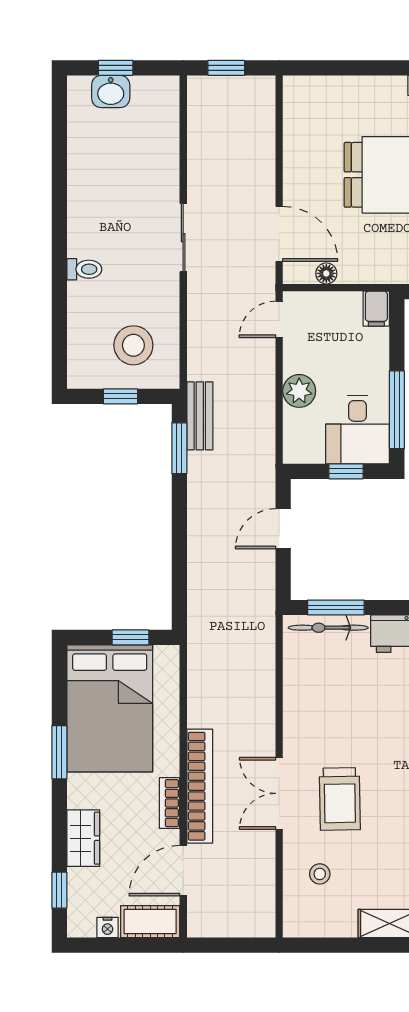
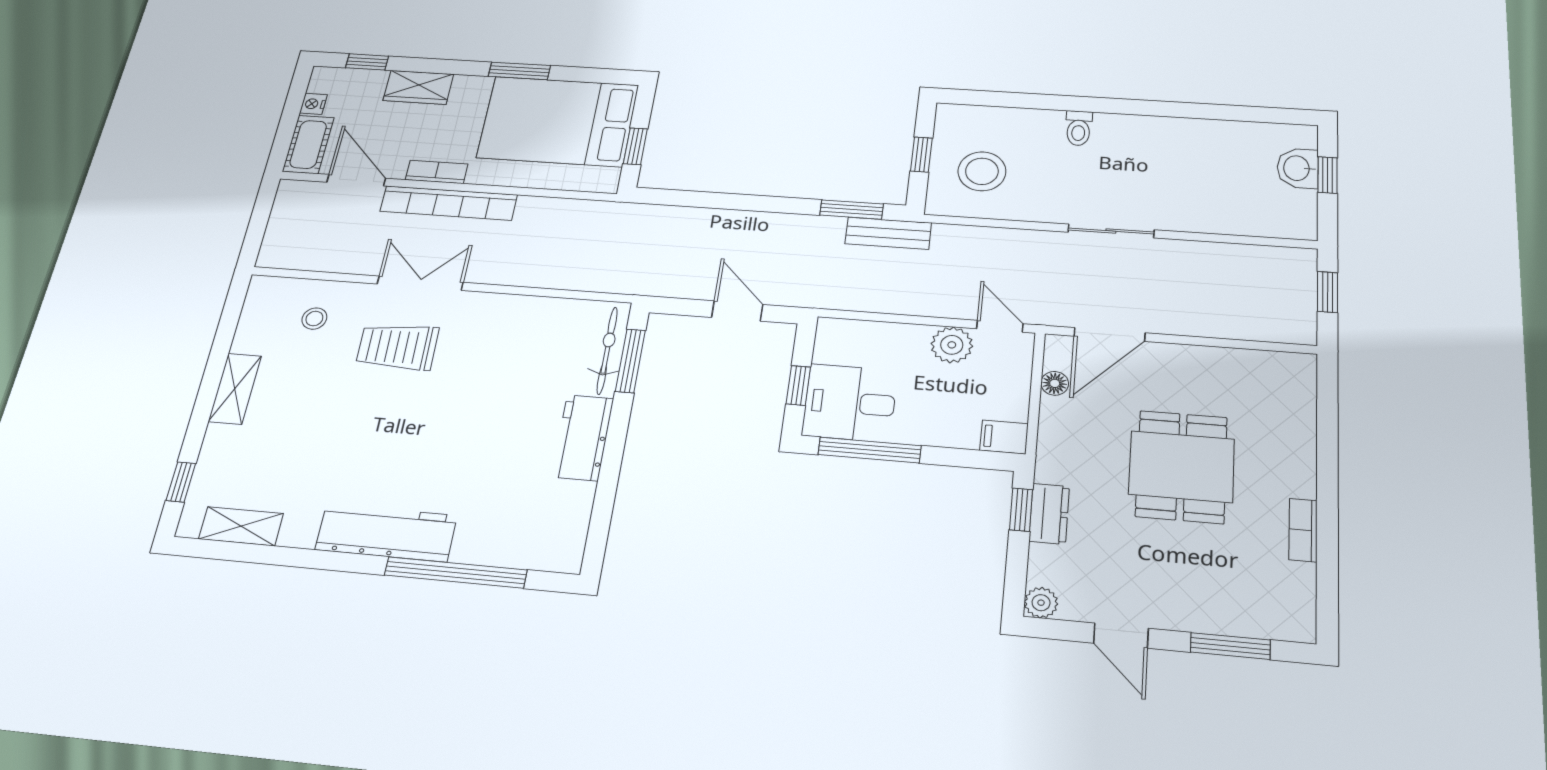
plant: (299, 391) -> (952, 345), moved

